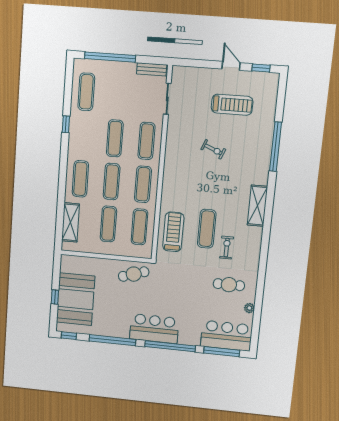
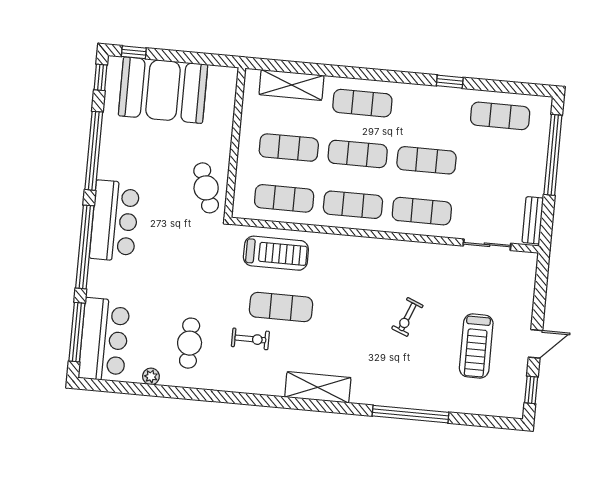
window: (55, 297) -> (134, 52), moved

